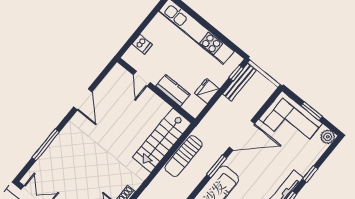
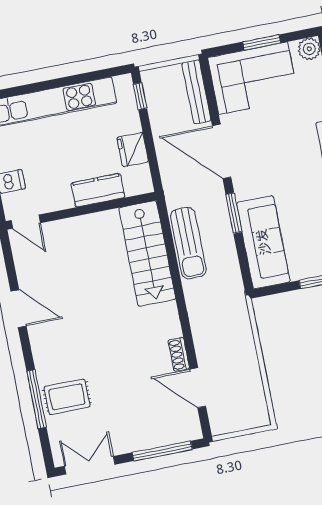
door: (142, 79) -> (26, 222), moved
bench: (239, 82) -> (196, 92), moved
door: (242, 135) -> (222, 152), swing flipped
rug: (59, 159) -> (67, 397), added

